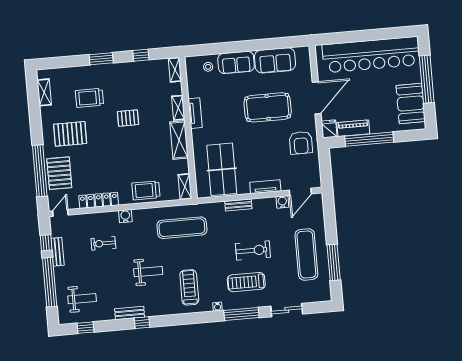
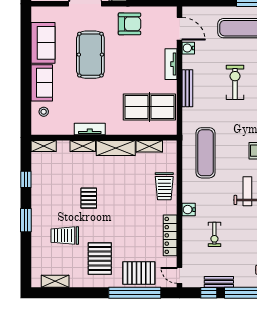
trolley: (89, 98) -> (65, 236), turned 90
shelving: (185, 187) -> (149, 146), moved
bench: (238, 205) -> (187, 88), width x1.36

